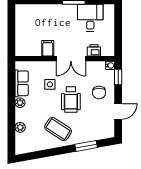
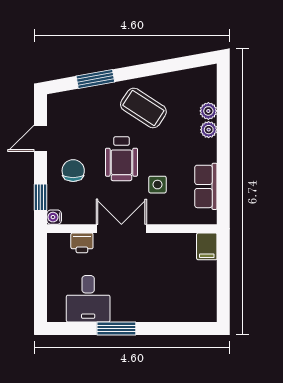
filing cabinet: (48, 48) -> (207, 246), moved
wheelchair: (71, 99) -> (121, 159), turned 180
plant: (20, 103) -> (209, 130), moved

